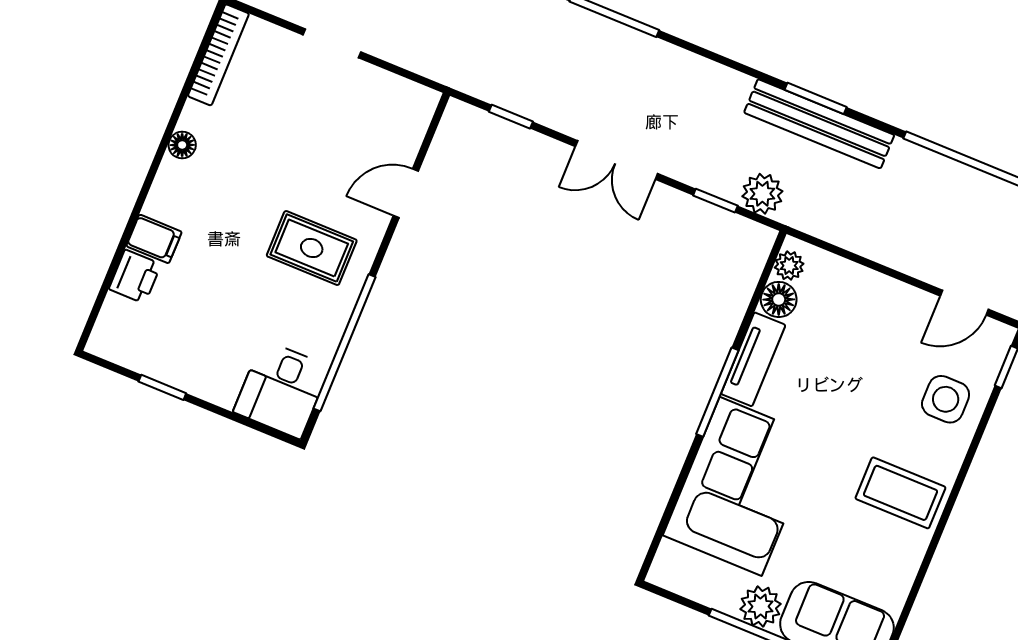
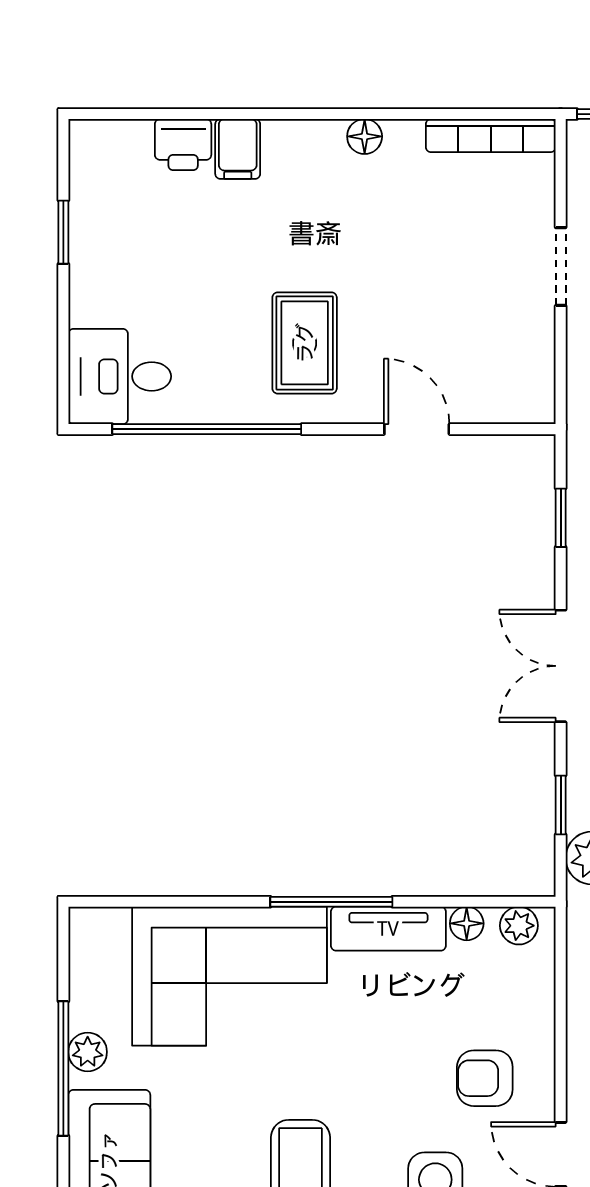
floor lamp: (779, 299) -> (467, 923), width x0.73, depth x0.73
armchair: (888, 334) -> (485, 1078), added
plant: (760, 607) -> (88, 1052), width x0.73, depth x0.73

